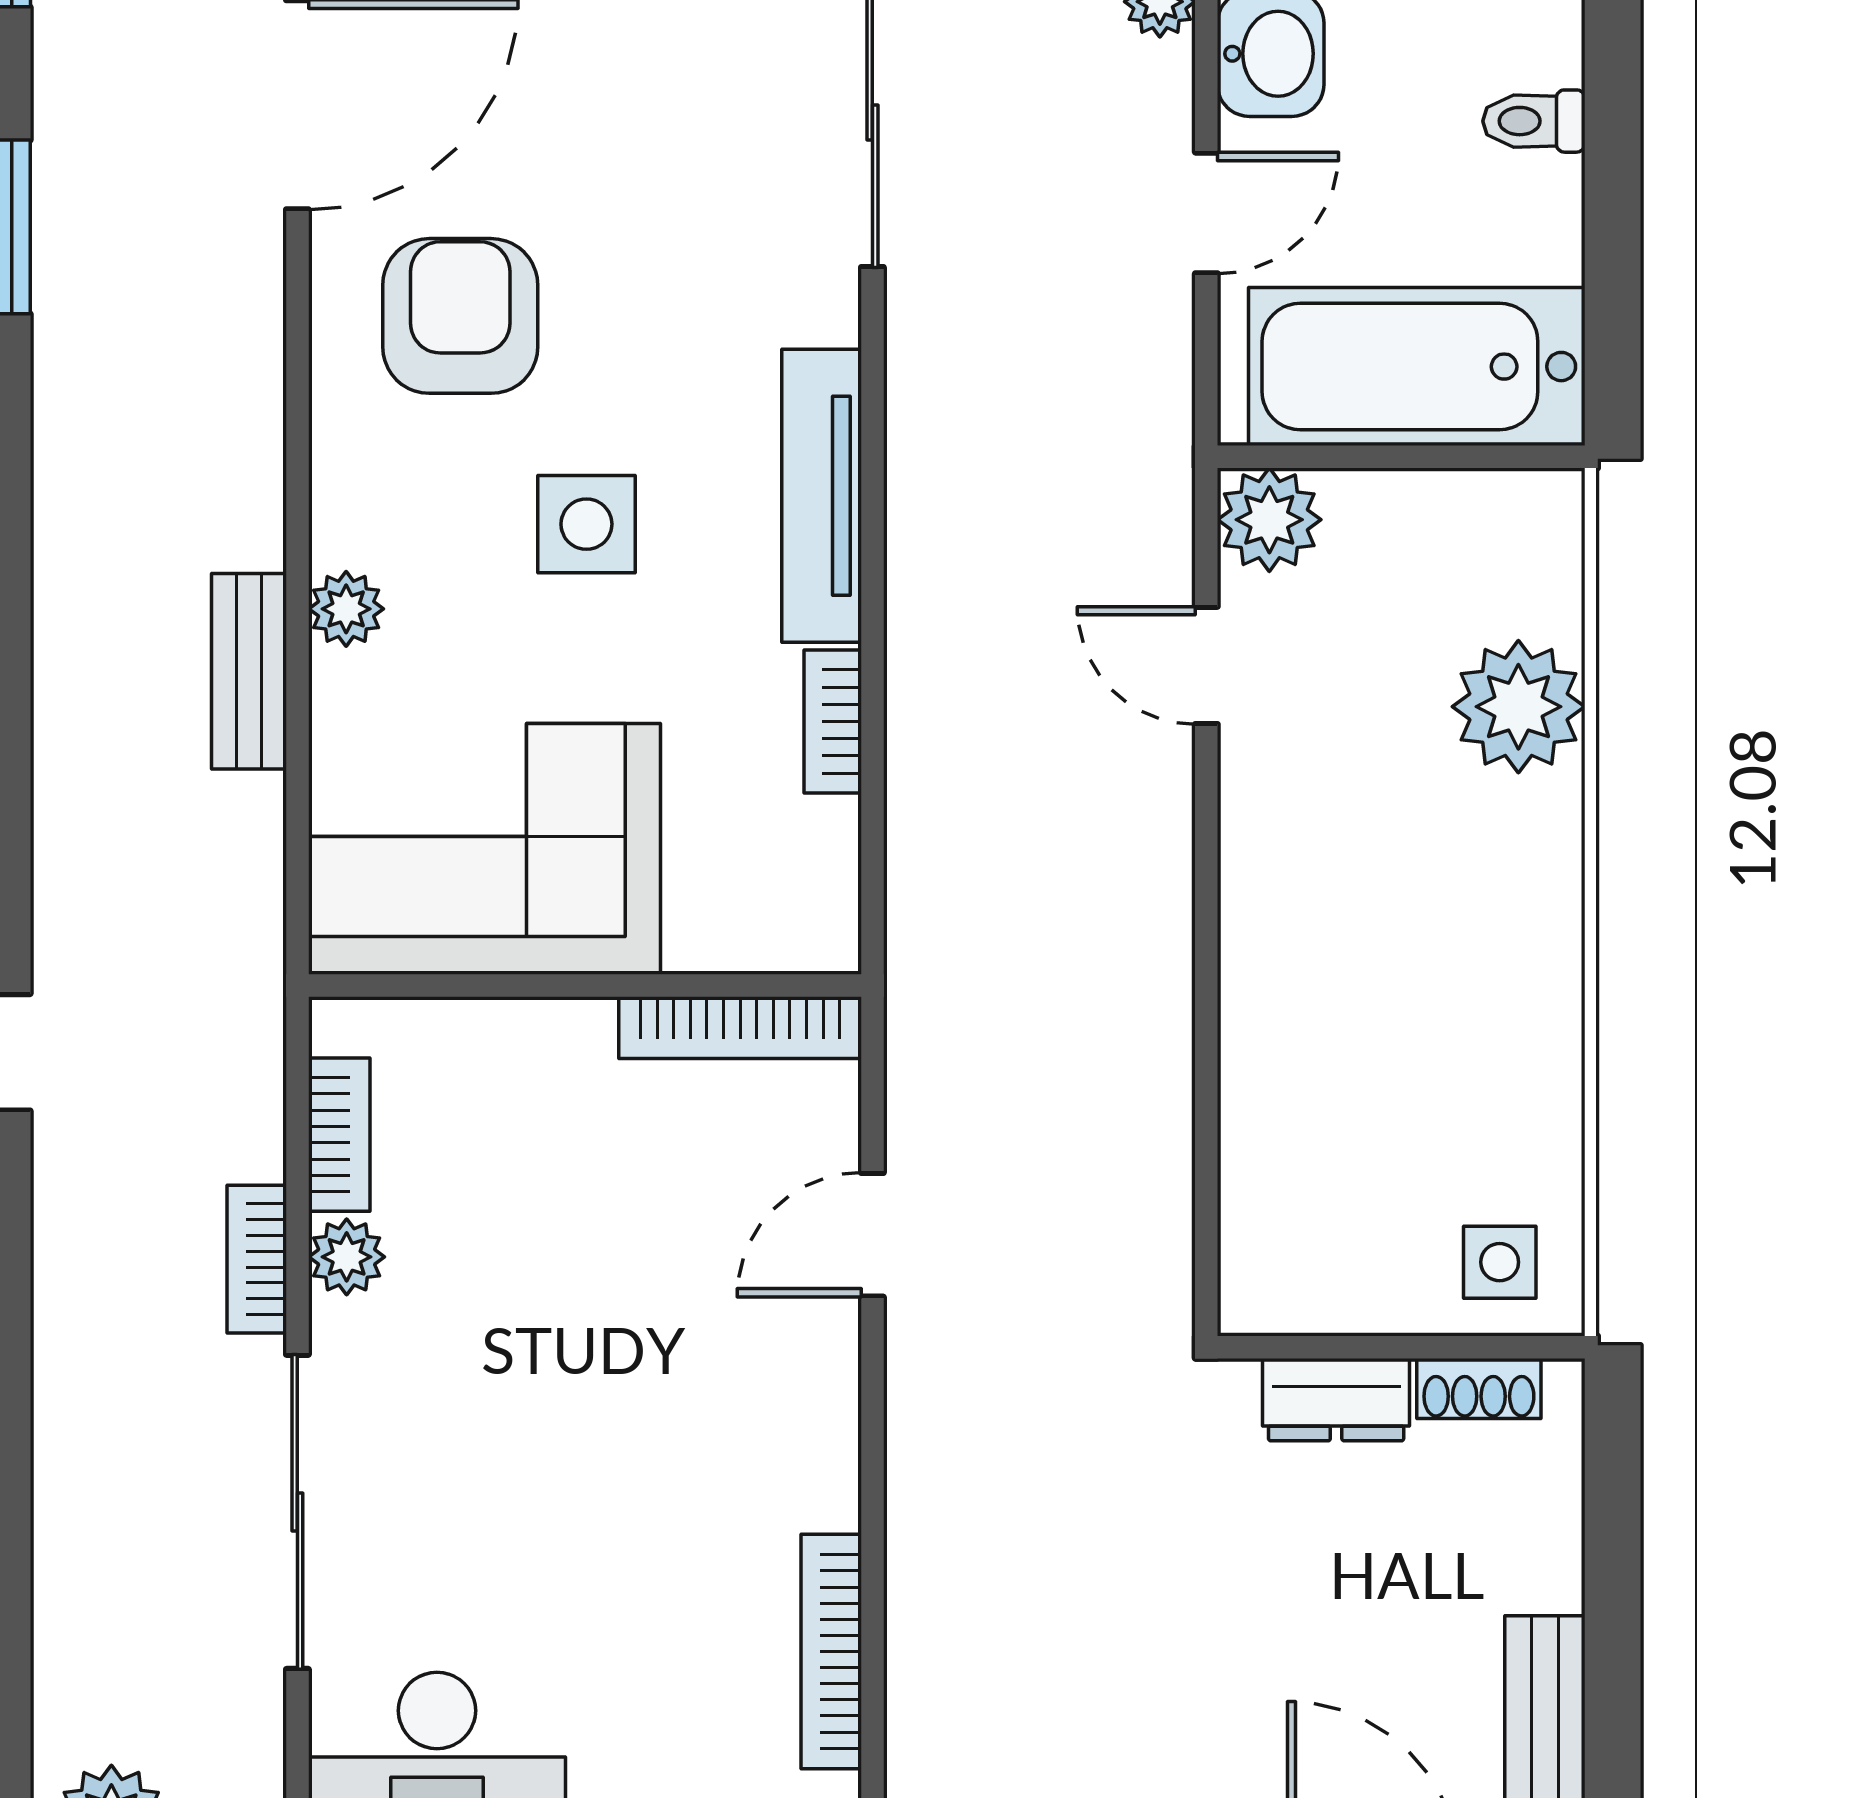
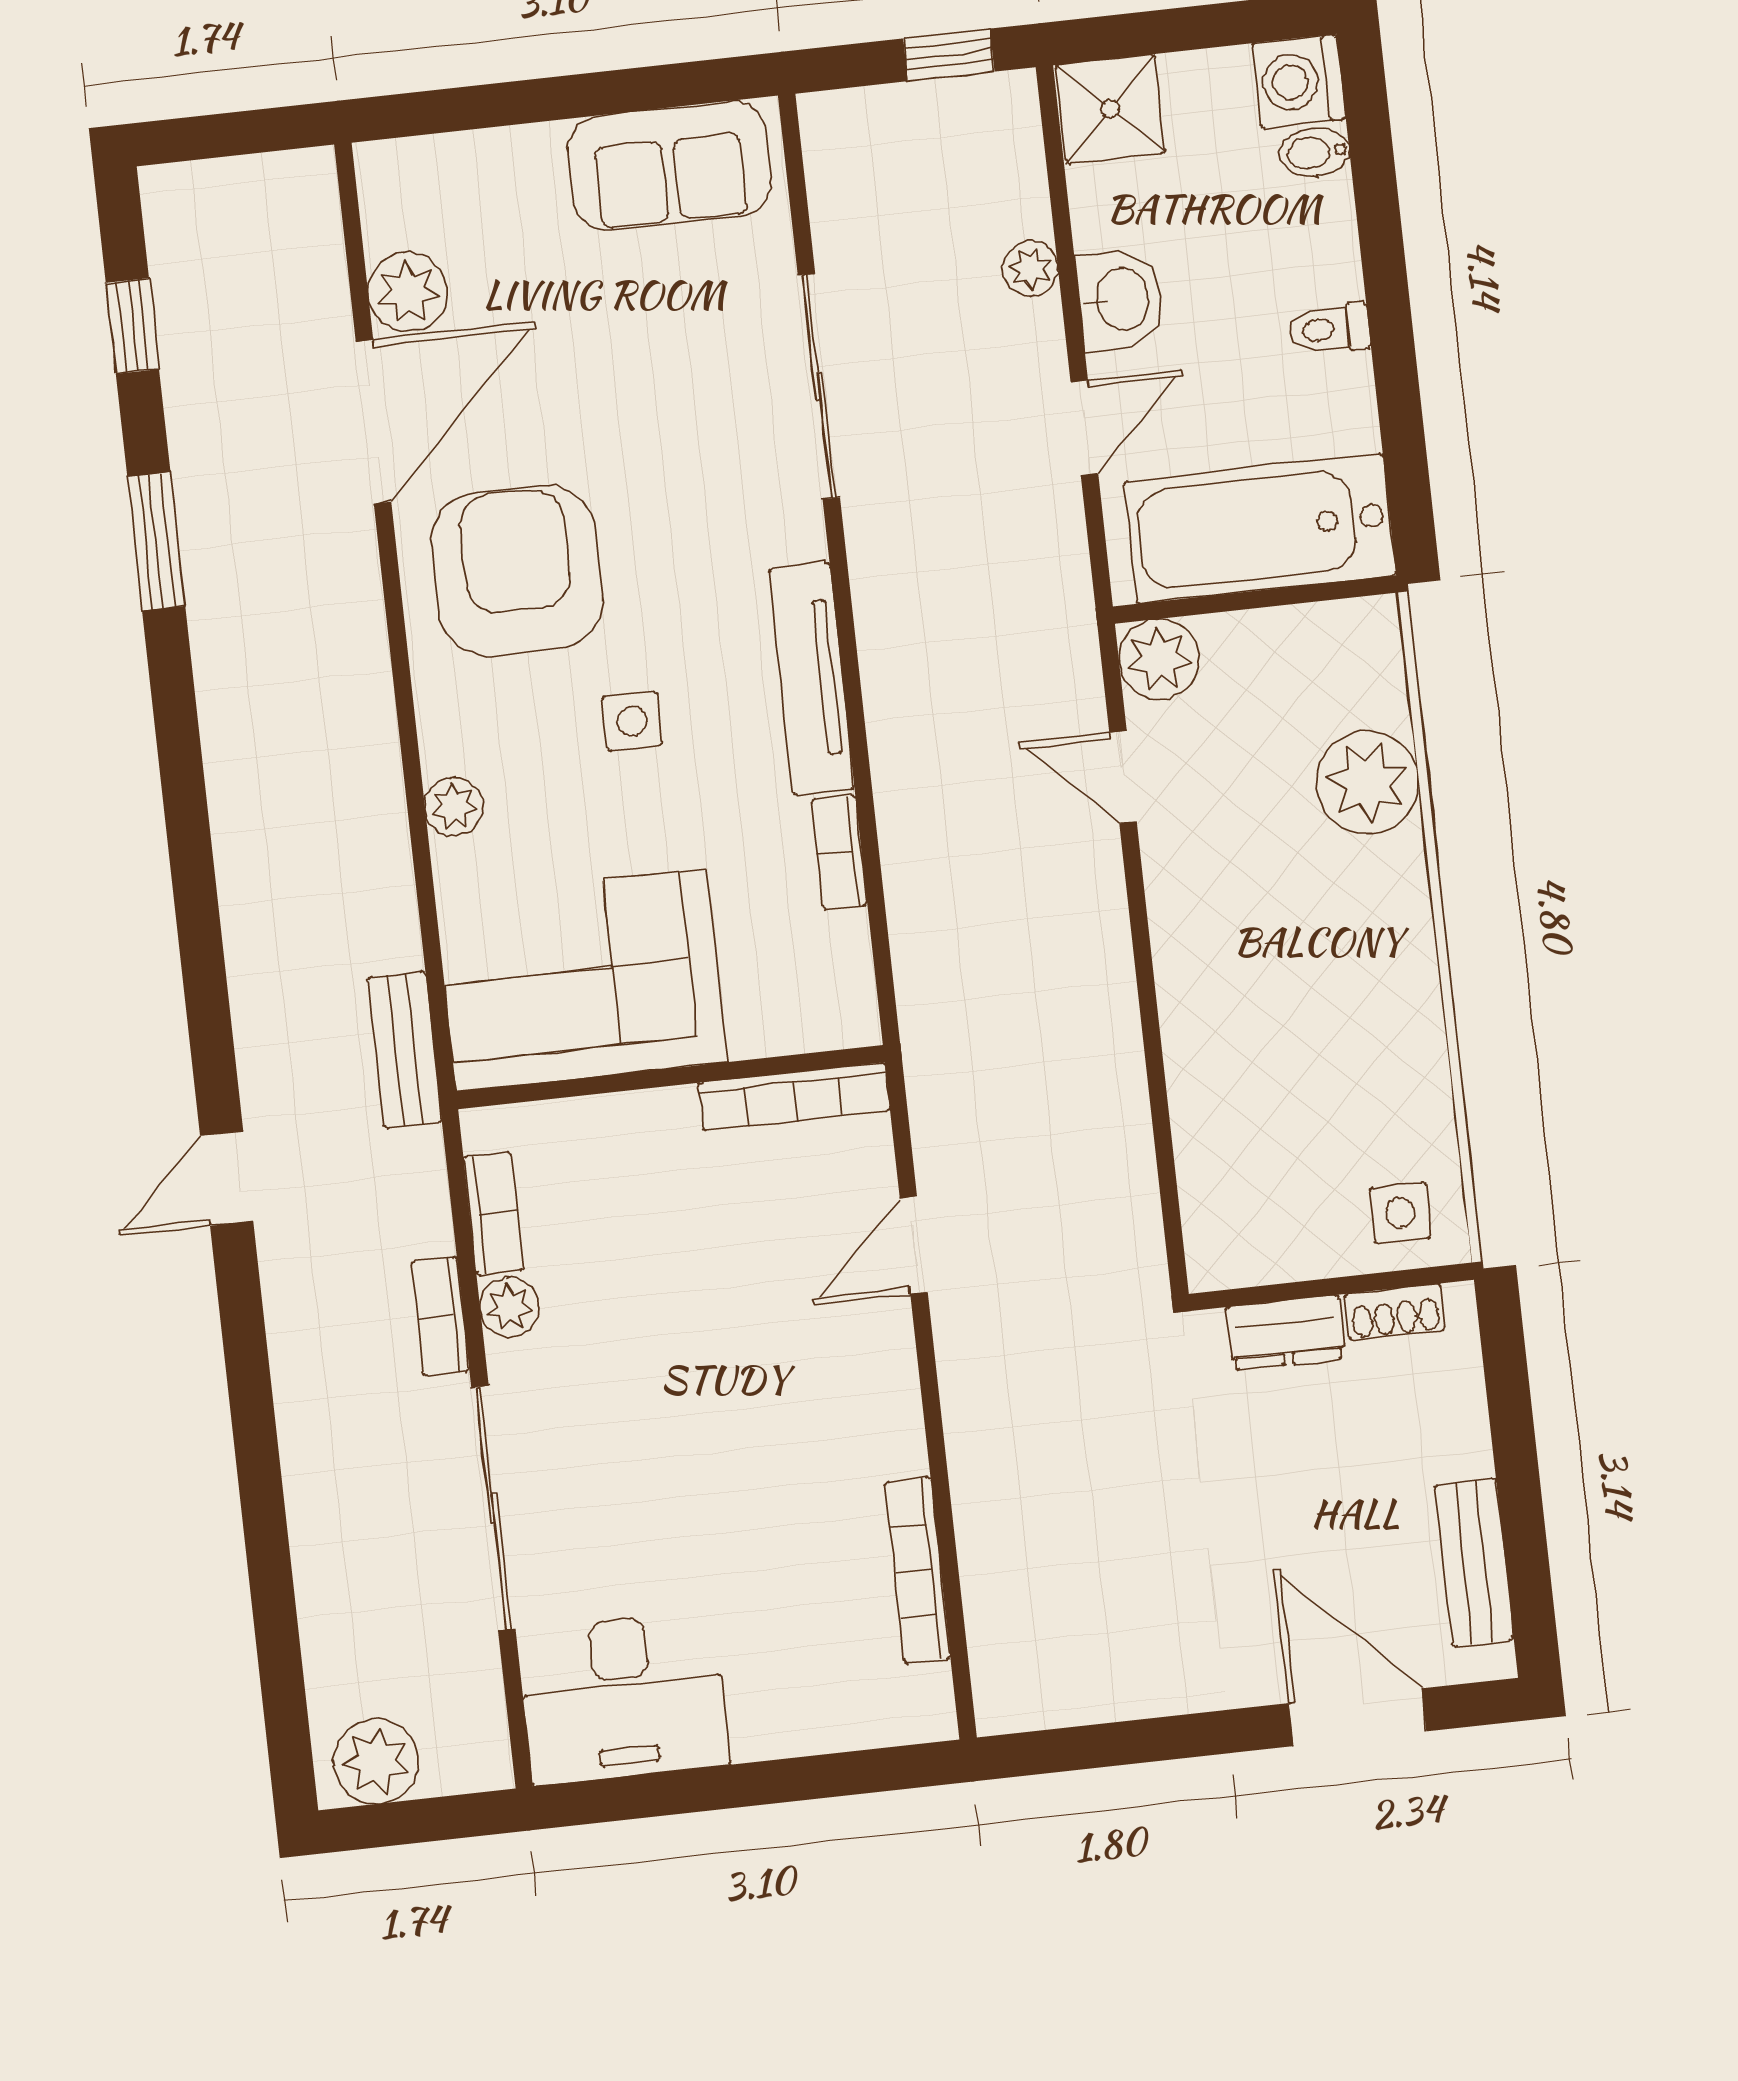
armchair: (460, 316) -> (517, 571), width x1.36, depth x1.36
side table: (586, 524) -> (632, 721), width x0.73, depth x0.73
bench: (249, 671) -> (405, 1050), moved

